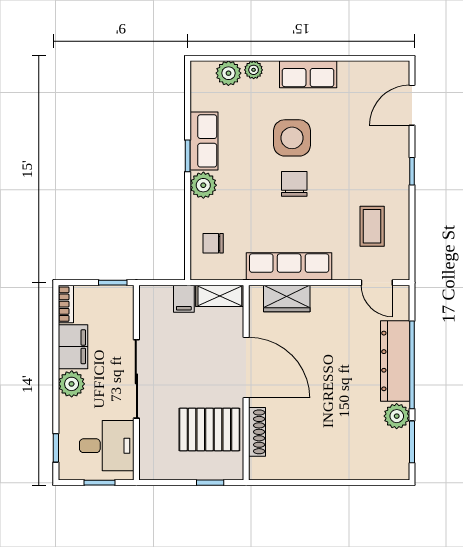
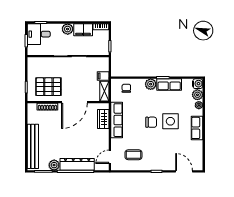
water cooler: (202, 73) -> (198, 84), added
pallet: (209, 430) -> (48, 87), turned 90
desk: (107, 446) -> (39, 34), moved, turned 90
bench: (352, 467) -> (33, 146), added

